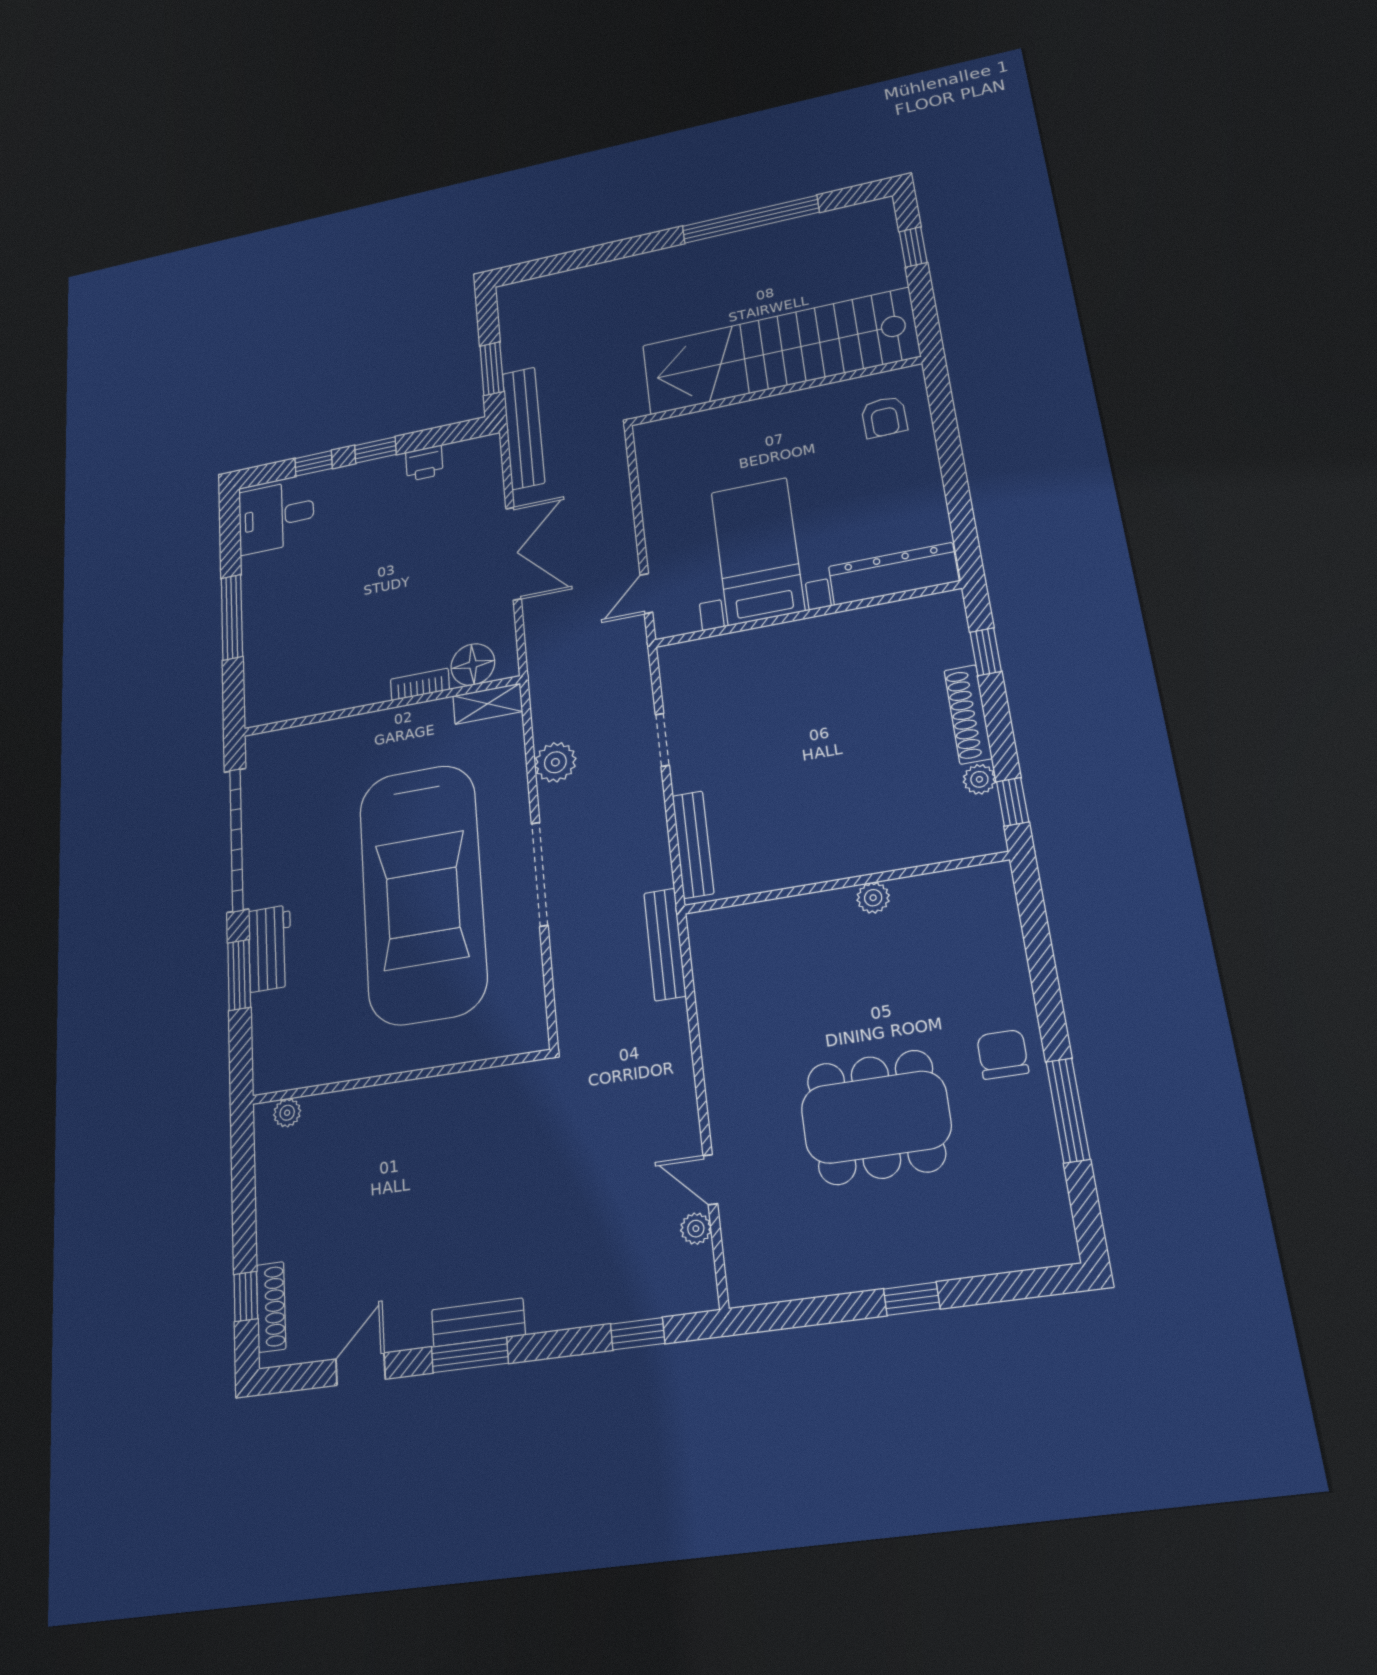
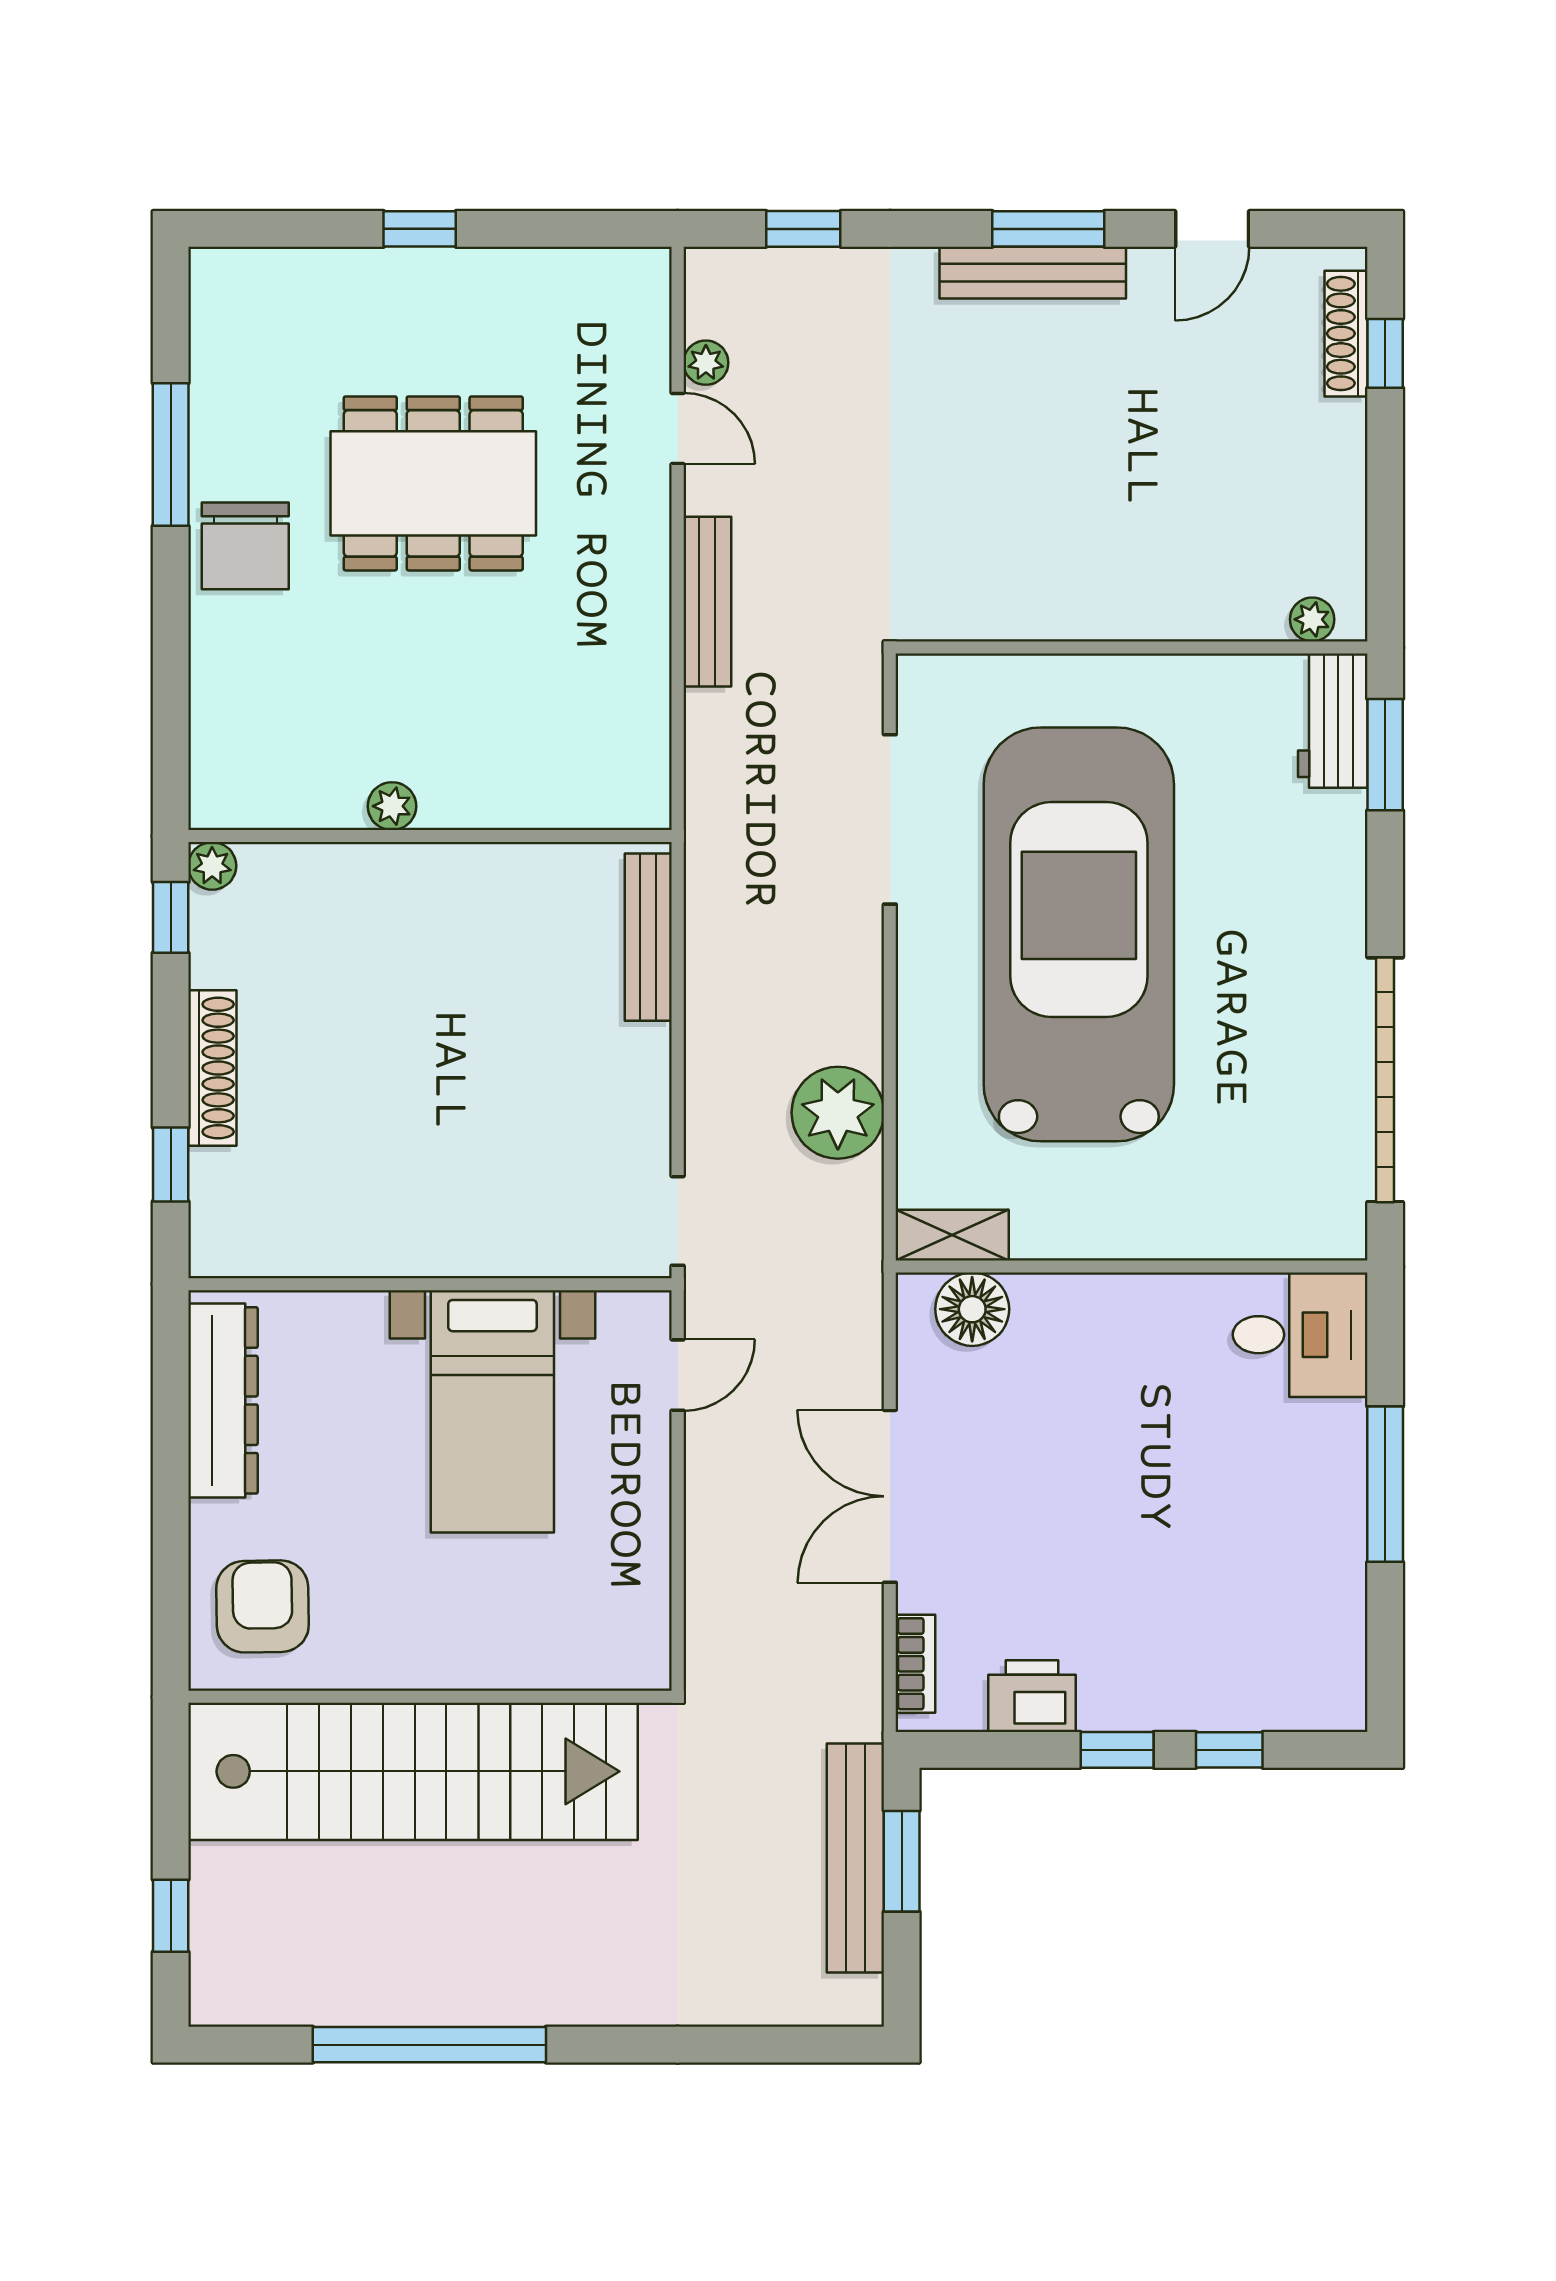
armchair: (884, 417) -> (263, 1606), width x1.38, depth x1.38
bench: (523, 428) -> (855, 1858), moved
printer: (424, 463) -> (1032, 1696), width x1.36, depth x1.24
desk: (276, 516) -> (1300, 1335), moved
dresser: (893, 574) -> (223, 1400), moved, turned -90
bookcase: (420, 684) -> (915, 1664), moved, turned -90
doorway: (662, 740) -> (678, 1221), moved
plant: (555, 762) -> (838, 1113), width x1.36, depth x1.36
plant: (979, 779) -> (212, 866), moved
doorway: (540, 874) -> (890, 819), moved
bench: (665, 944) -> (707, 602), moved
workbench: (270, 948) -> (1333, 721), moved
window: (239, 975) -> (1385, 755), moved
chair: (1003, 1054) -> (245, 546), width x1.37, depth x1.37
bench: (478, 1322) -> (1033, 273), width x1.36

